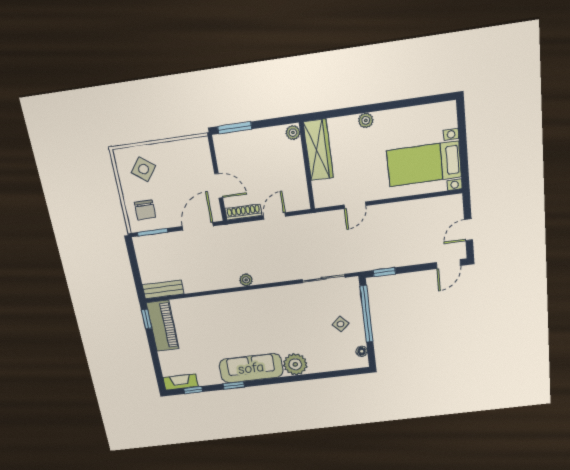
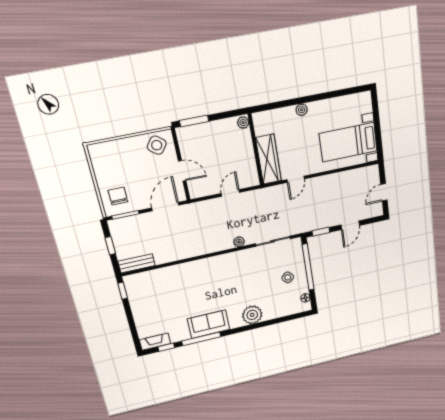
wardrobe: (318, 150) -> (268, 159), moved
side table: (143, 169) -> (157, 145), moved
chair: (145, 210) -> (118, 196), turned 180
shoe rack: (243, 212) -> (204, 191), removed
door: (448, 264) -> (350, 225), moved
window: (135, 266) -> (110, 246), added
plant: (246, 280) -> (239, 242), moved
piano: (163, 326) -> (137, 295), removed
sofa: (251, 368) -> (209, 324), width x0.73
window: (234, 385) -> (201, 339), width x2.17

